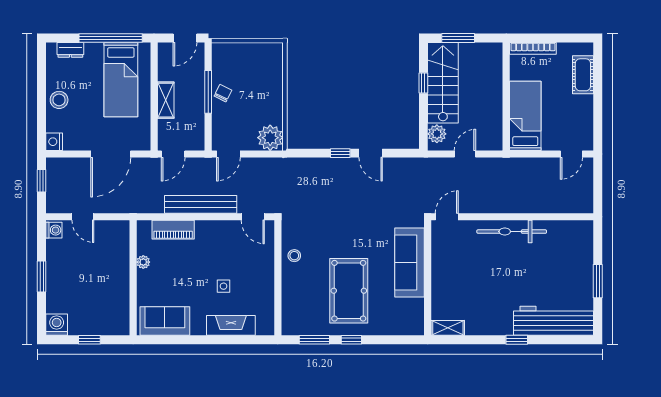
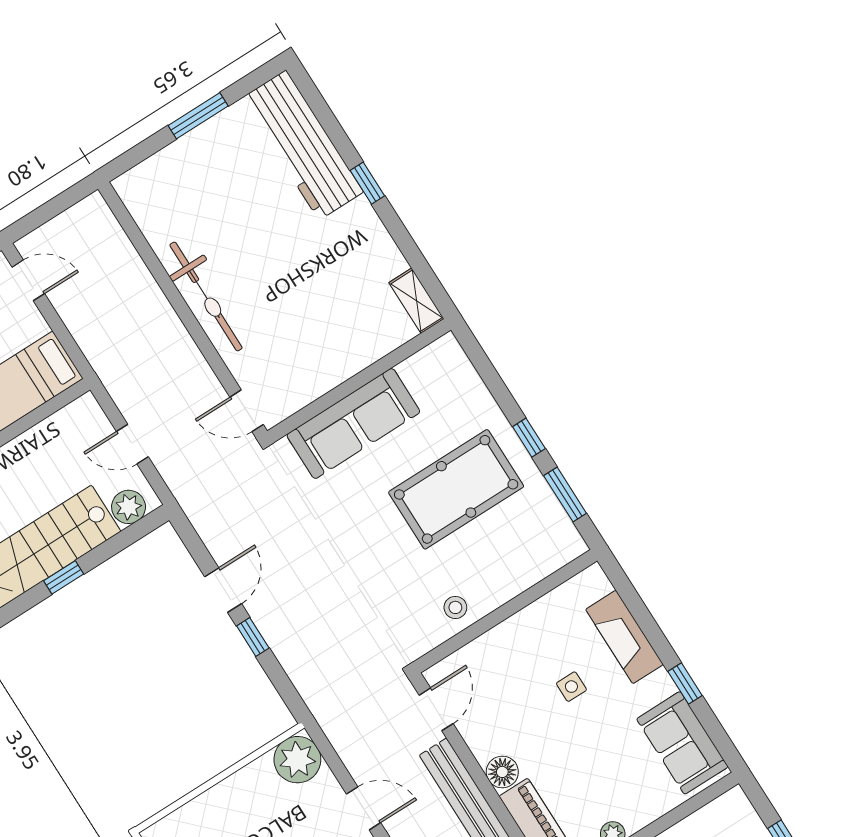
floor lamp: (204, 229) -> (502, 772), added
window: (192, 340) -> (685, 684), added

